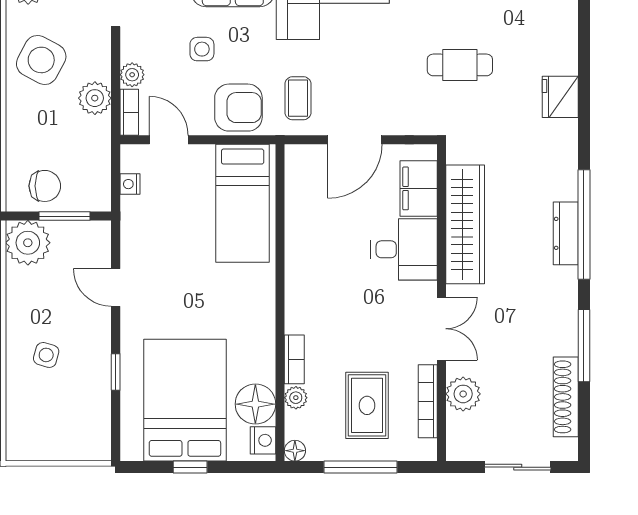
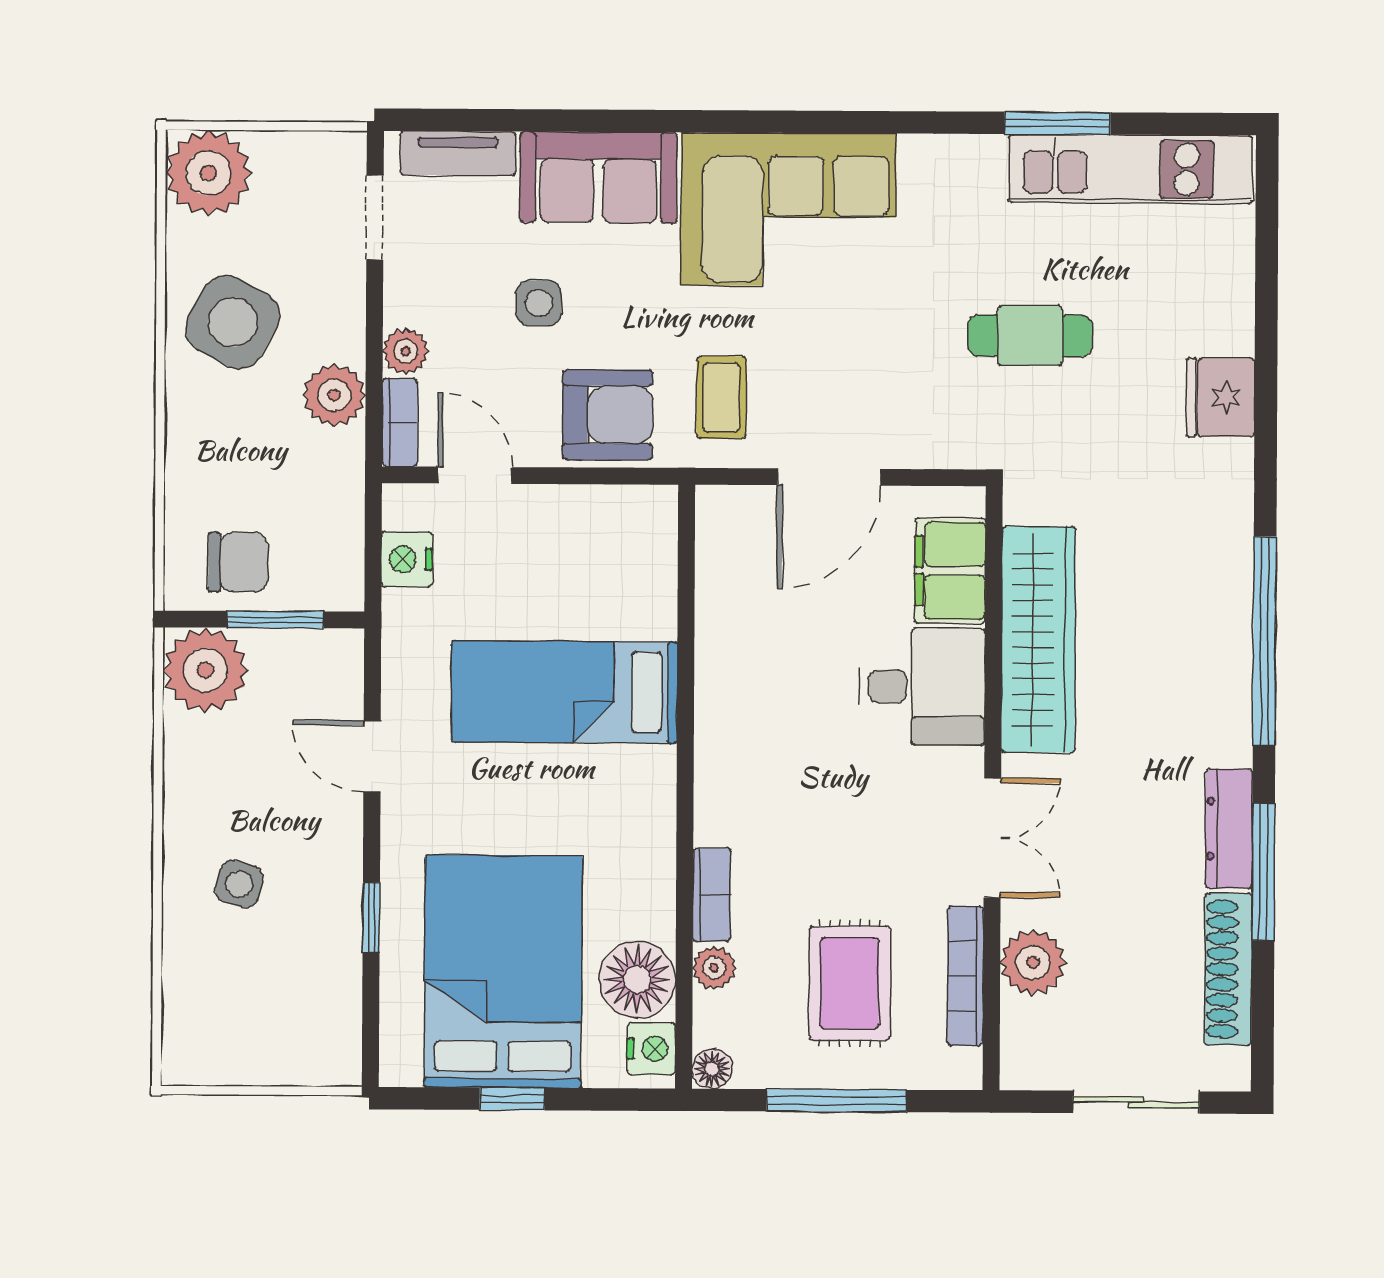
nightstand: (130, 184) -> (407, 559), width x1.39, depth x1.35
bed: (243, 203) -> (564, 692), moved, turned 90
dresser: (566, 233) -> (1229, 829), moved

